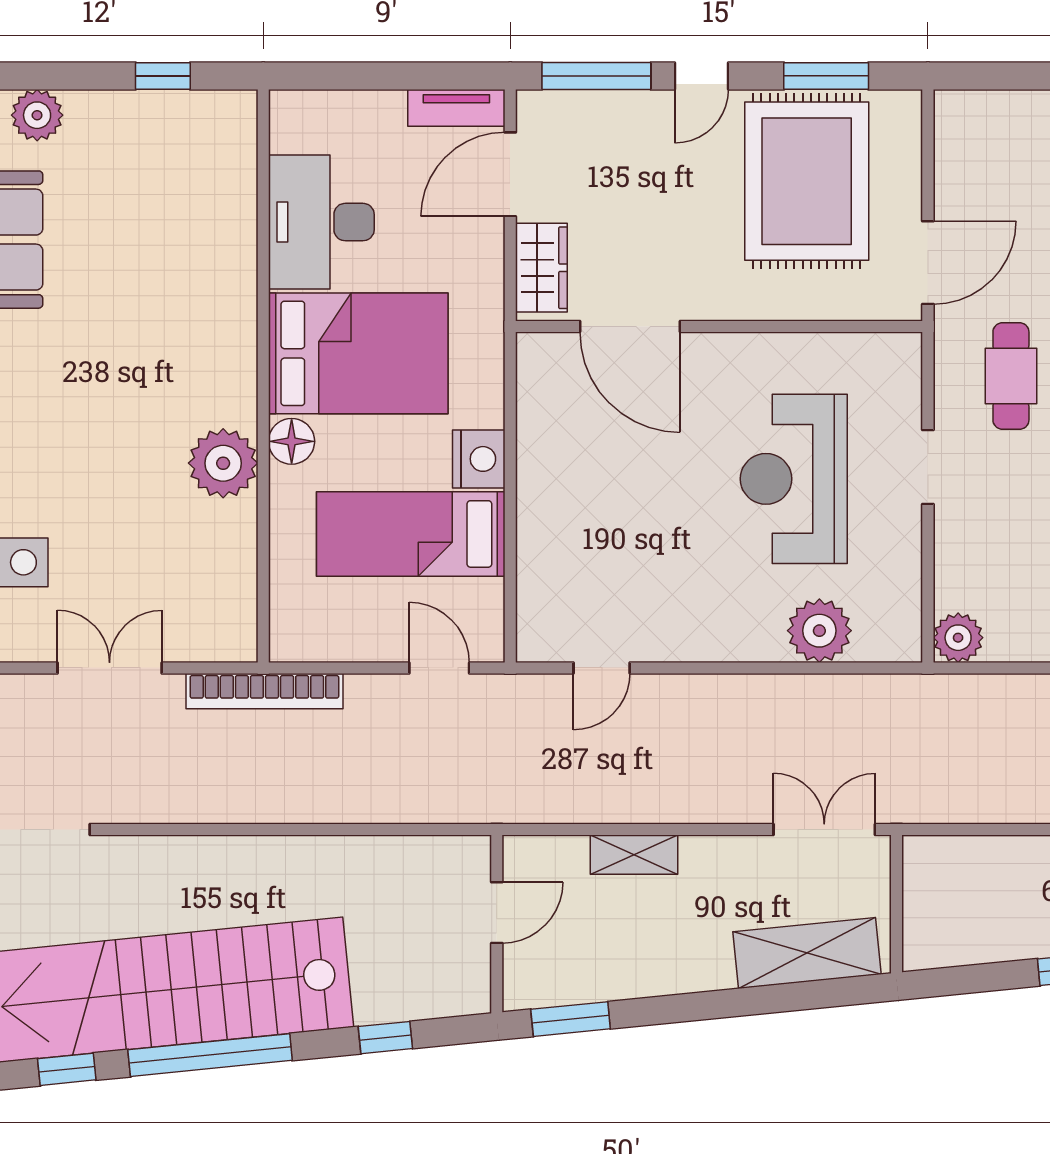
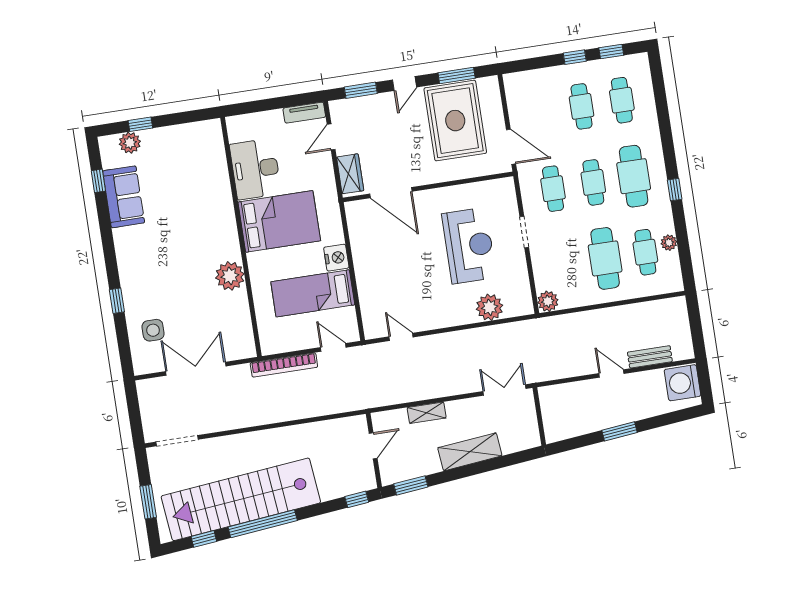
window: (163, 76) -> (140, 124), moved
window: (596, 76) -> (361, 90), width x0.69
door: (510, 174) -> (331, 137), width x0.73
door: (928, 263) -> (511, 147), hinge flipped
floor lamp: (292, 441) -> (257, 262), removed
reception desk: (794, 479) -> (469, 246), turned 180
double door: (110, 668) -> (196, 369), width x1.37
door: (602, 668) -> (401, 337), swing flipped
bookcase: (264, 691) -> (284, 365), moved
shelving: (807, 953) -> (470, 452), moved
window: (385, 1038) -> (357, 499), moved

